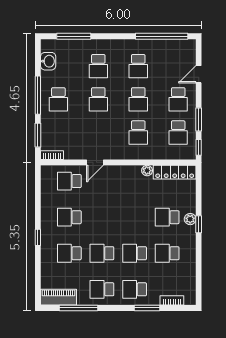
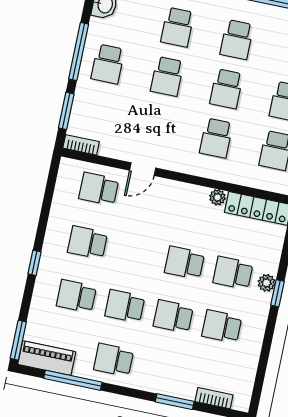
window: (38, 289) -> (18, 340), added
school desk: (135, 289) -> (184, 263), moved

